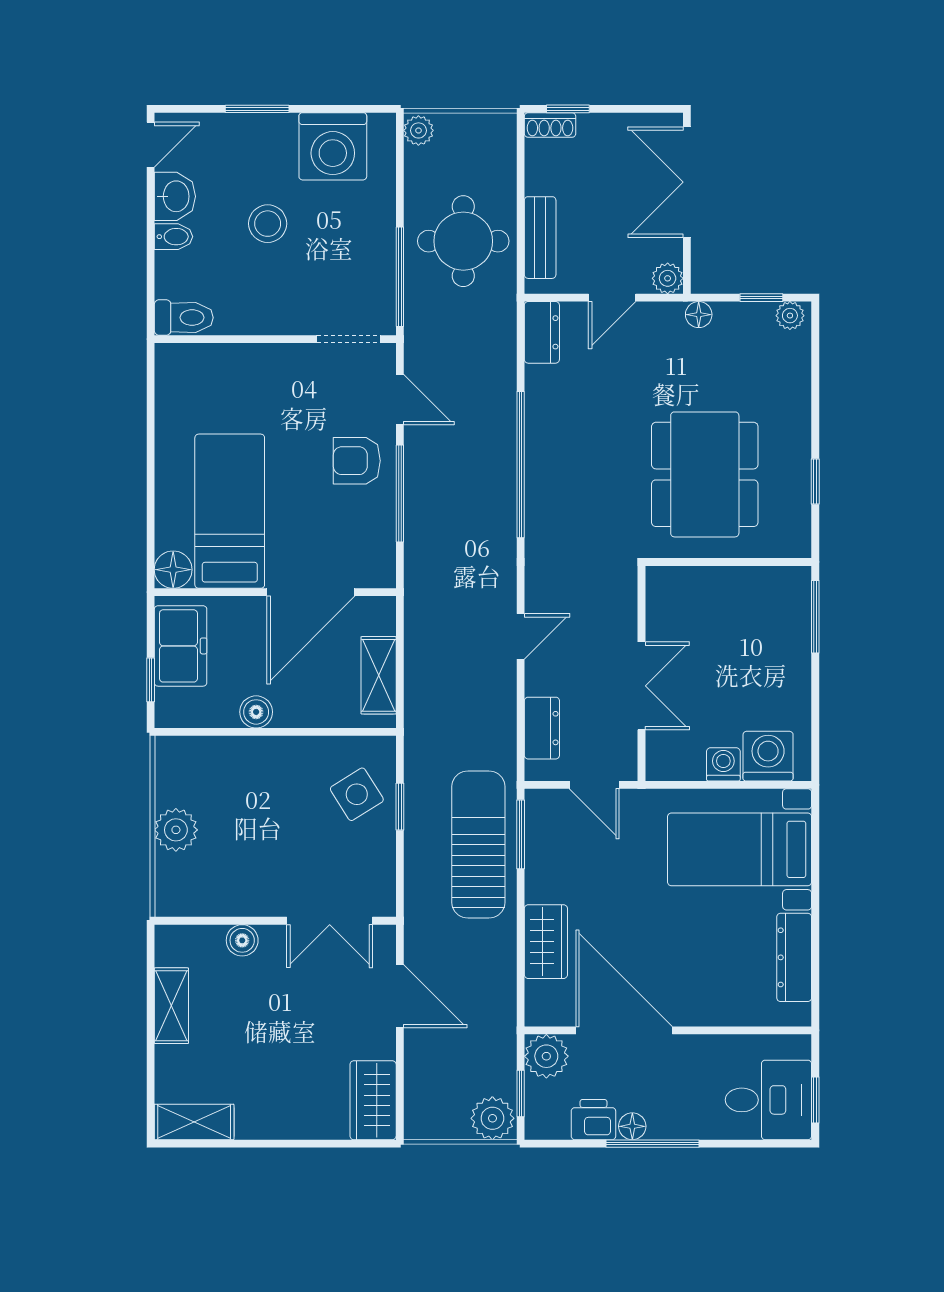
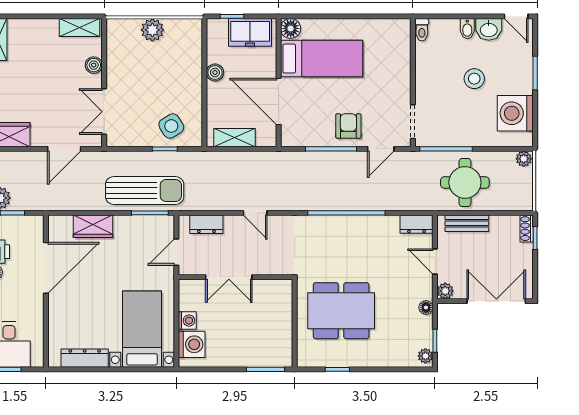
toilet: (184, 318) -> (422, 30), width x0.73, depth x0.72
shelving: (171, 1006) -> (80, 28), moved
plant: (546, 1056) -> (32, 227), removed

